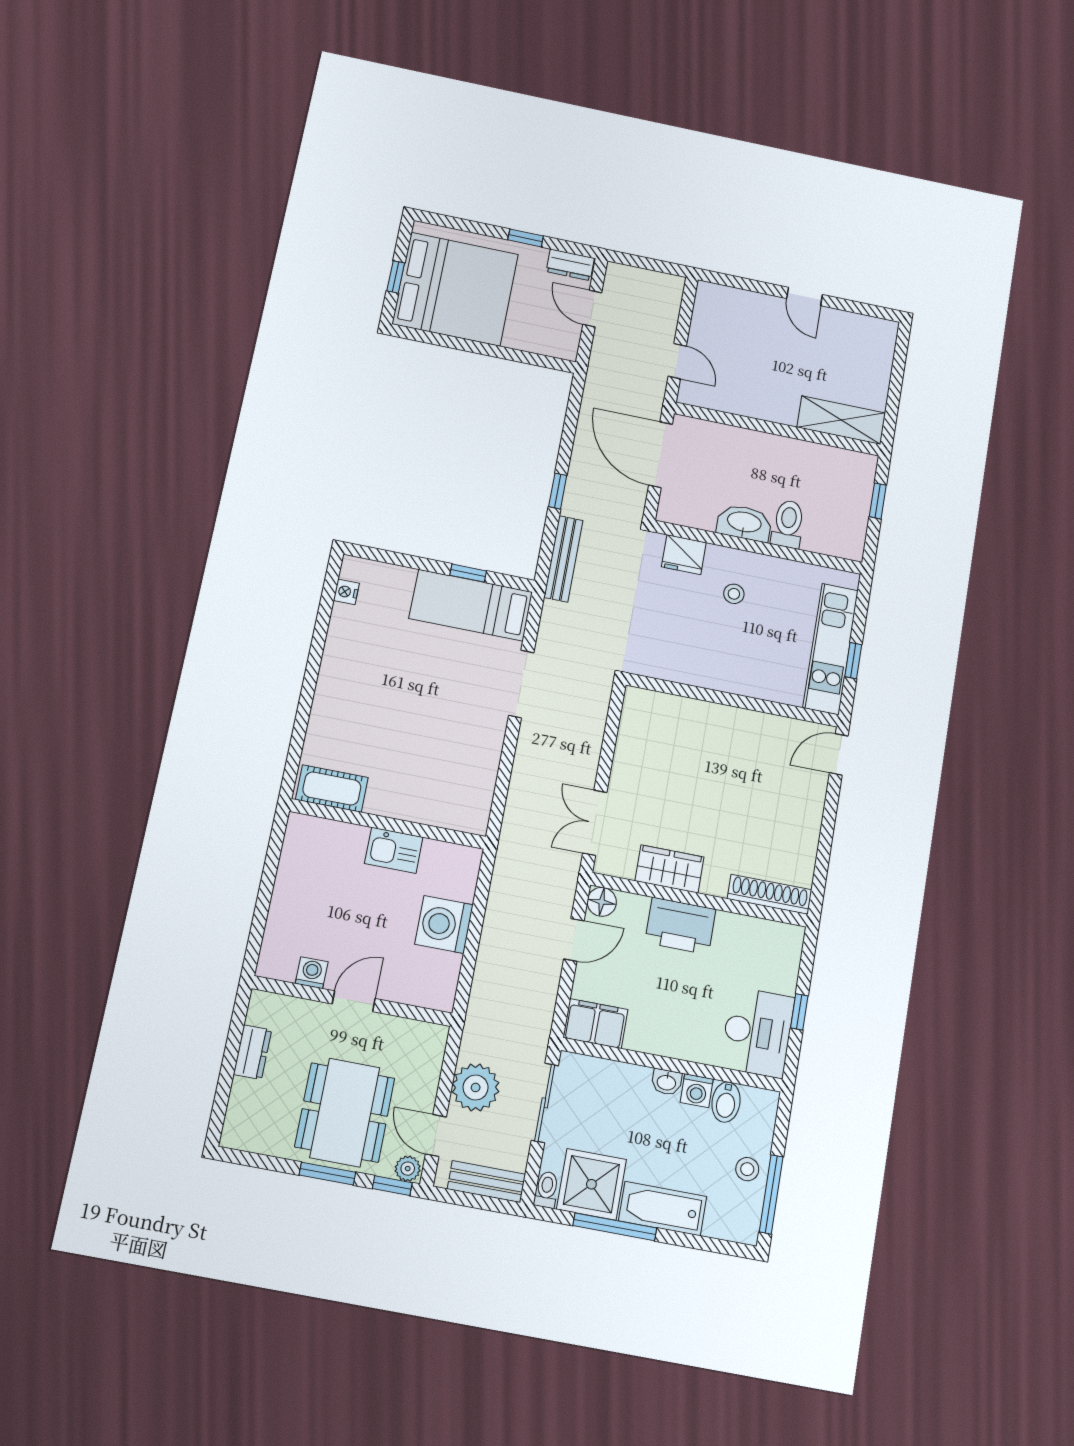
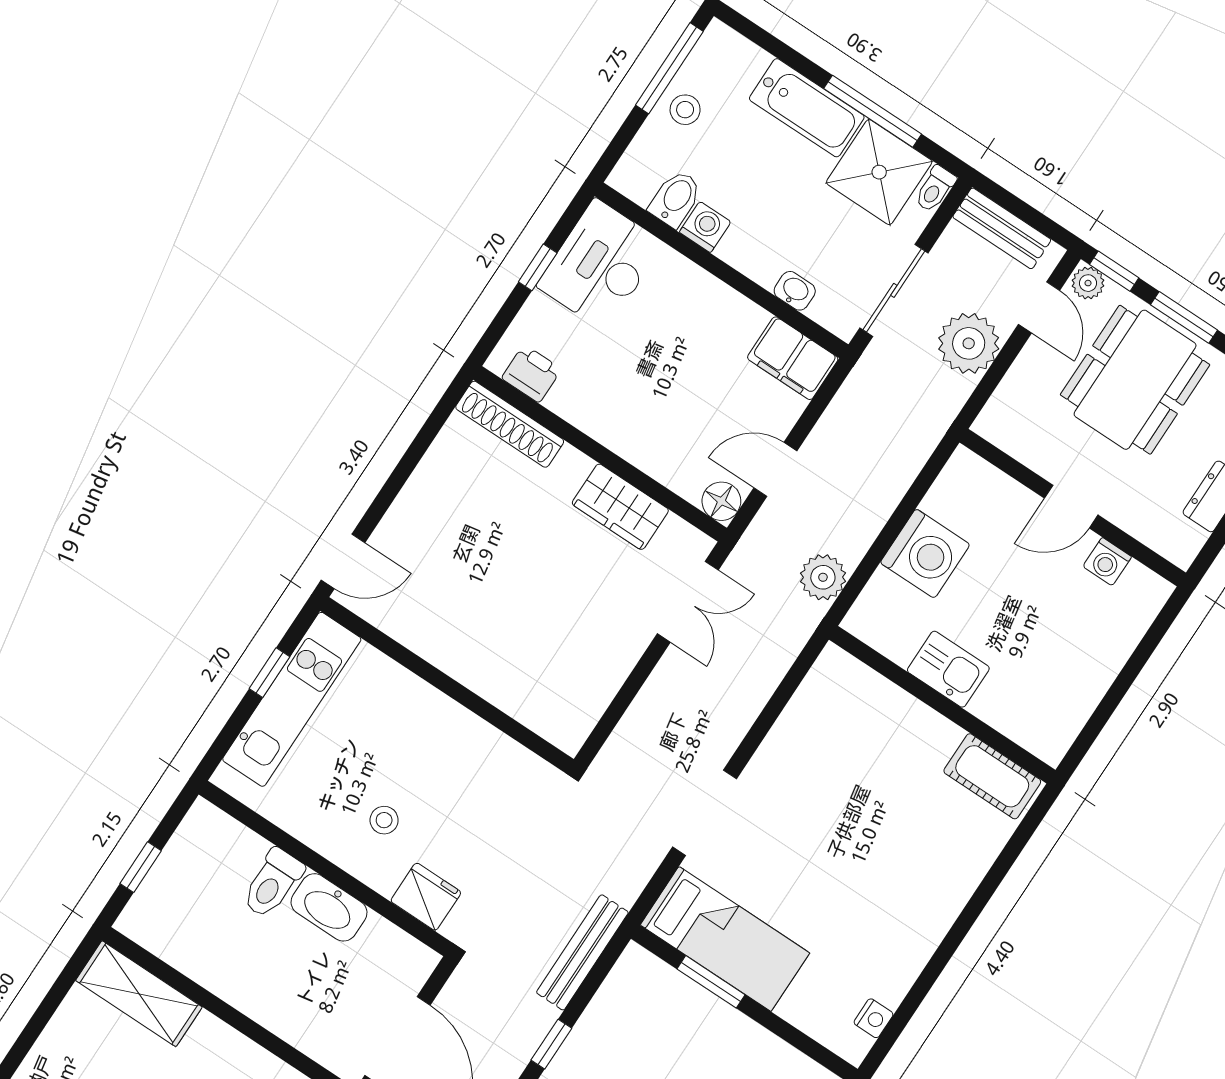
window: (468, 573) -> (711, 982), width x1.50
plant: (509, 878) -> (823, 577), added
printer: (680, 926) -> (531, 374), moved, width x0.53, depth x0.68
washbasin: (666, 1082) -> (795, 291), moved

